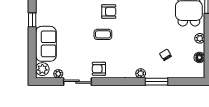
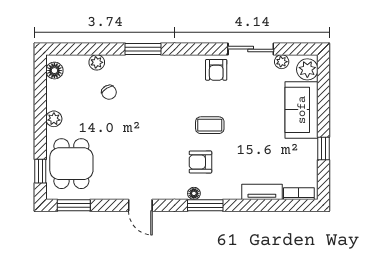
floor lamp: (199, 57) -> (54, 71), moved
armchair: (99, 69) -> (216, 70), turned 90
plant: (141, 73) -> (97, 62), moved
window: (156, 82) -> (143, 49), moved

